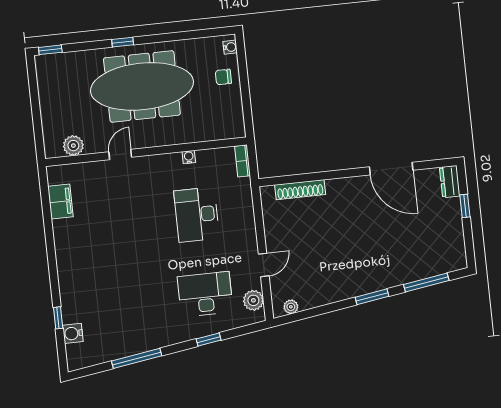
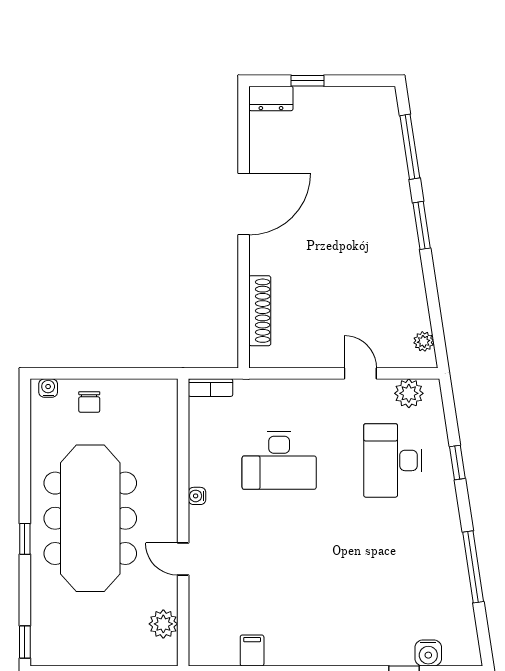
water cooler: (189, 157) -> (197, 496), moved
door: (391, 169) -> (244, 204), moved
filing cabinet: (61, 201) -> (252, 651), width x0.50

